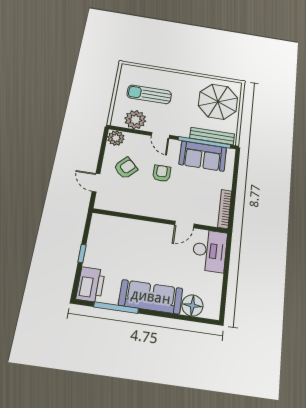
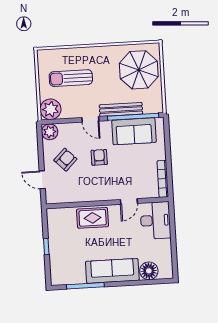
plant: (135, 120) -> (51, 109), moved
bench: (212, 136) -> (121, 109), moved
rug: (141, 233) -> (93, 218), added
printer: (91, 284) -> (60, 271), removed

